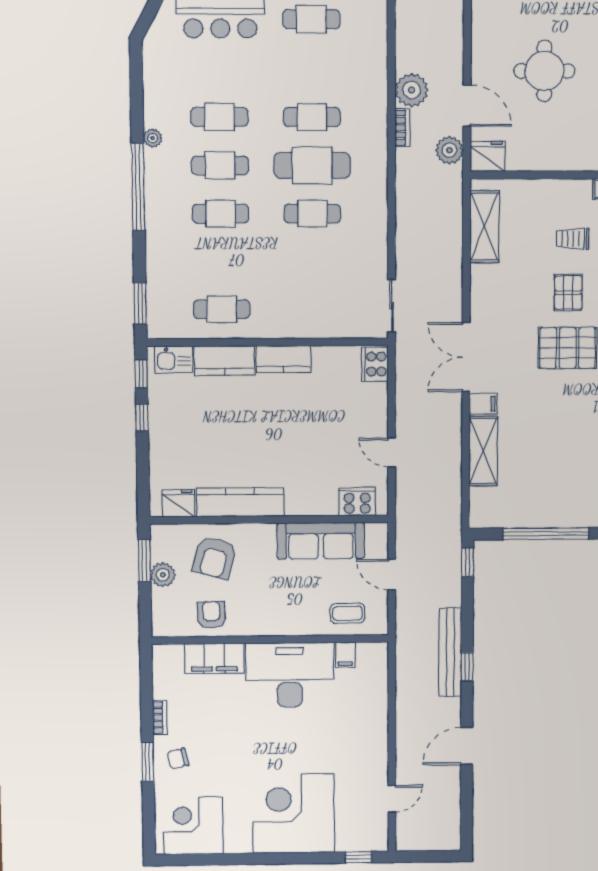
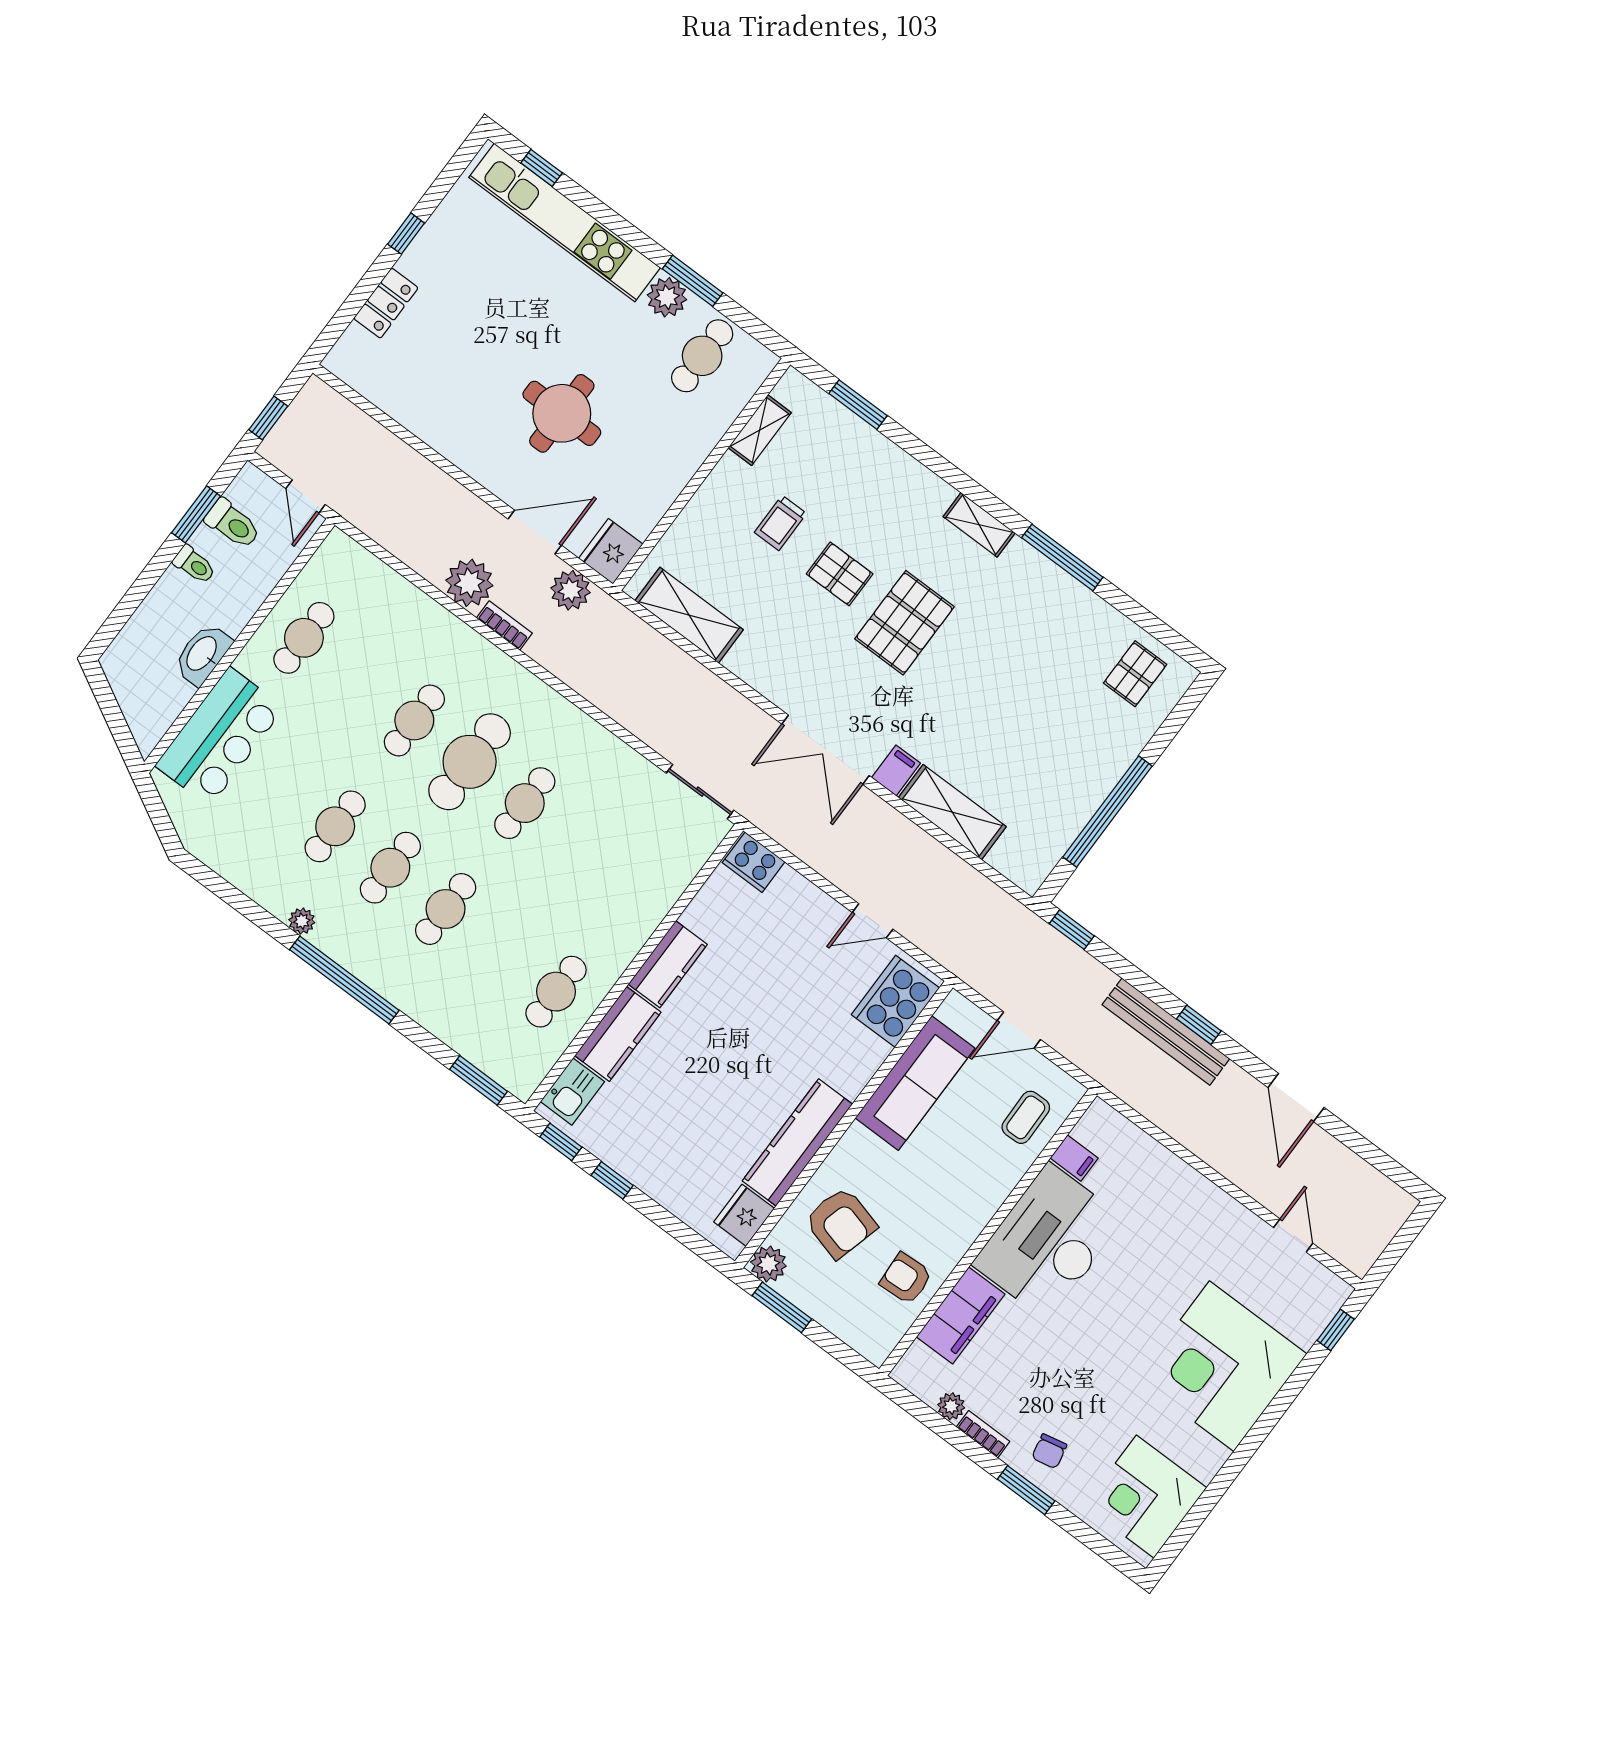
cooker: (357, 502) -> (895, 1001), width x1.37, depth x1.31
plant: (163, 575) -> (768, 1264), moved
plant: (162, 690) -> (951, 1406), added

